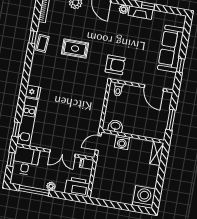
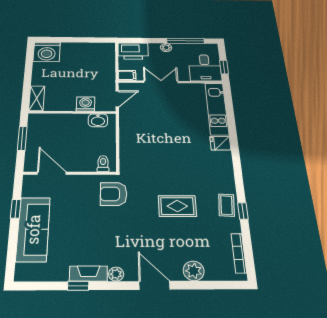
window: (16, 129) -> (228, 98), removed

